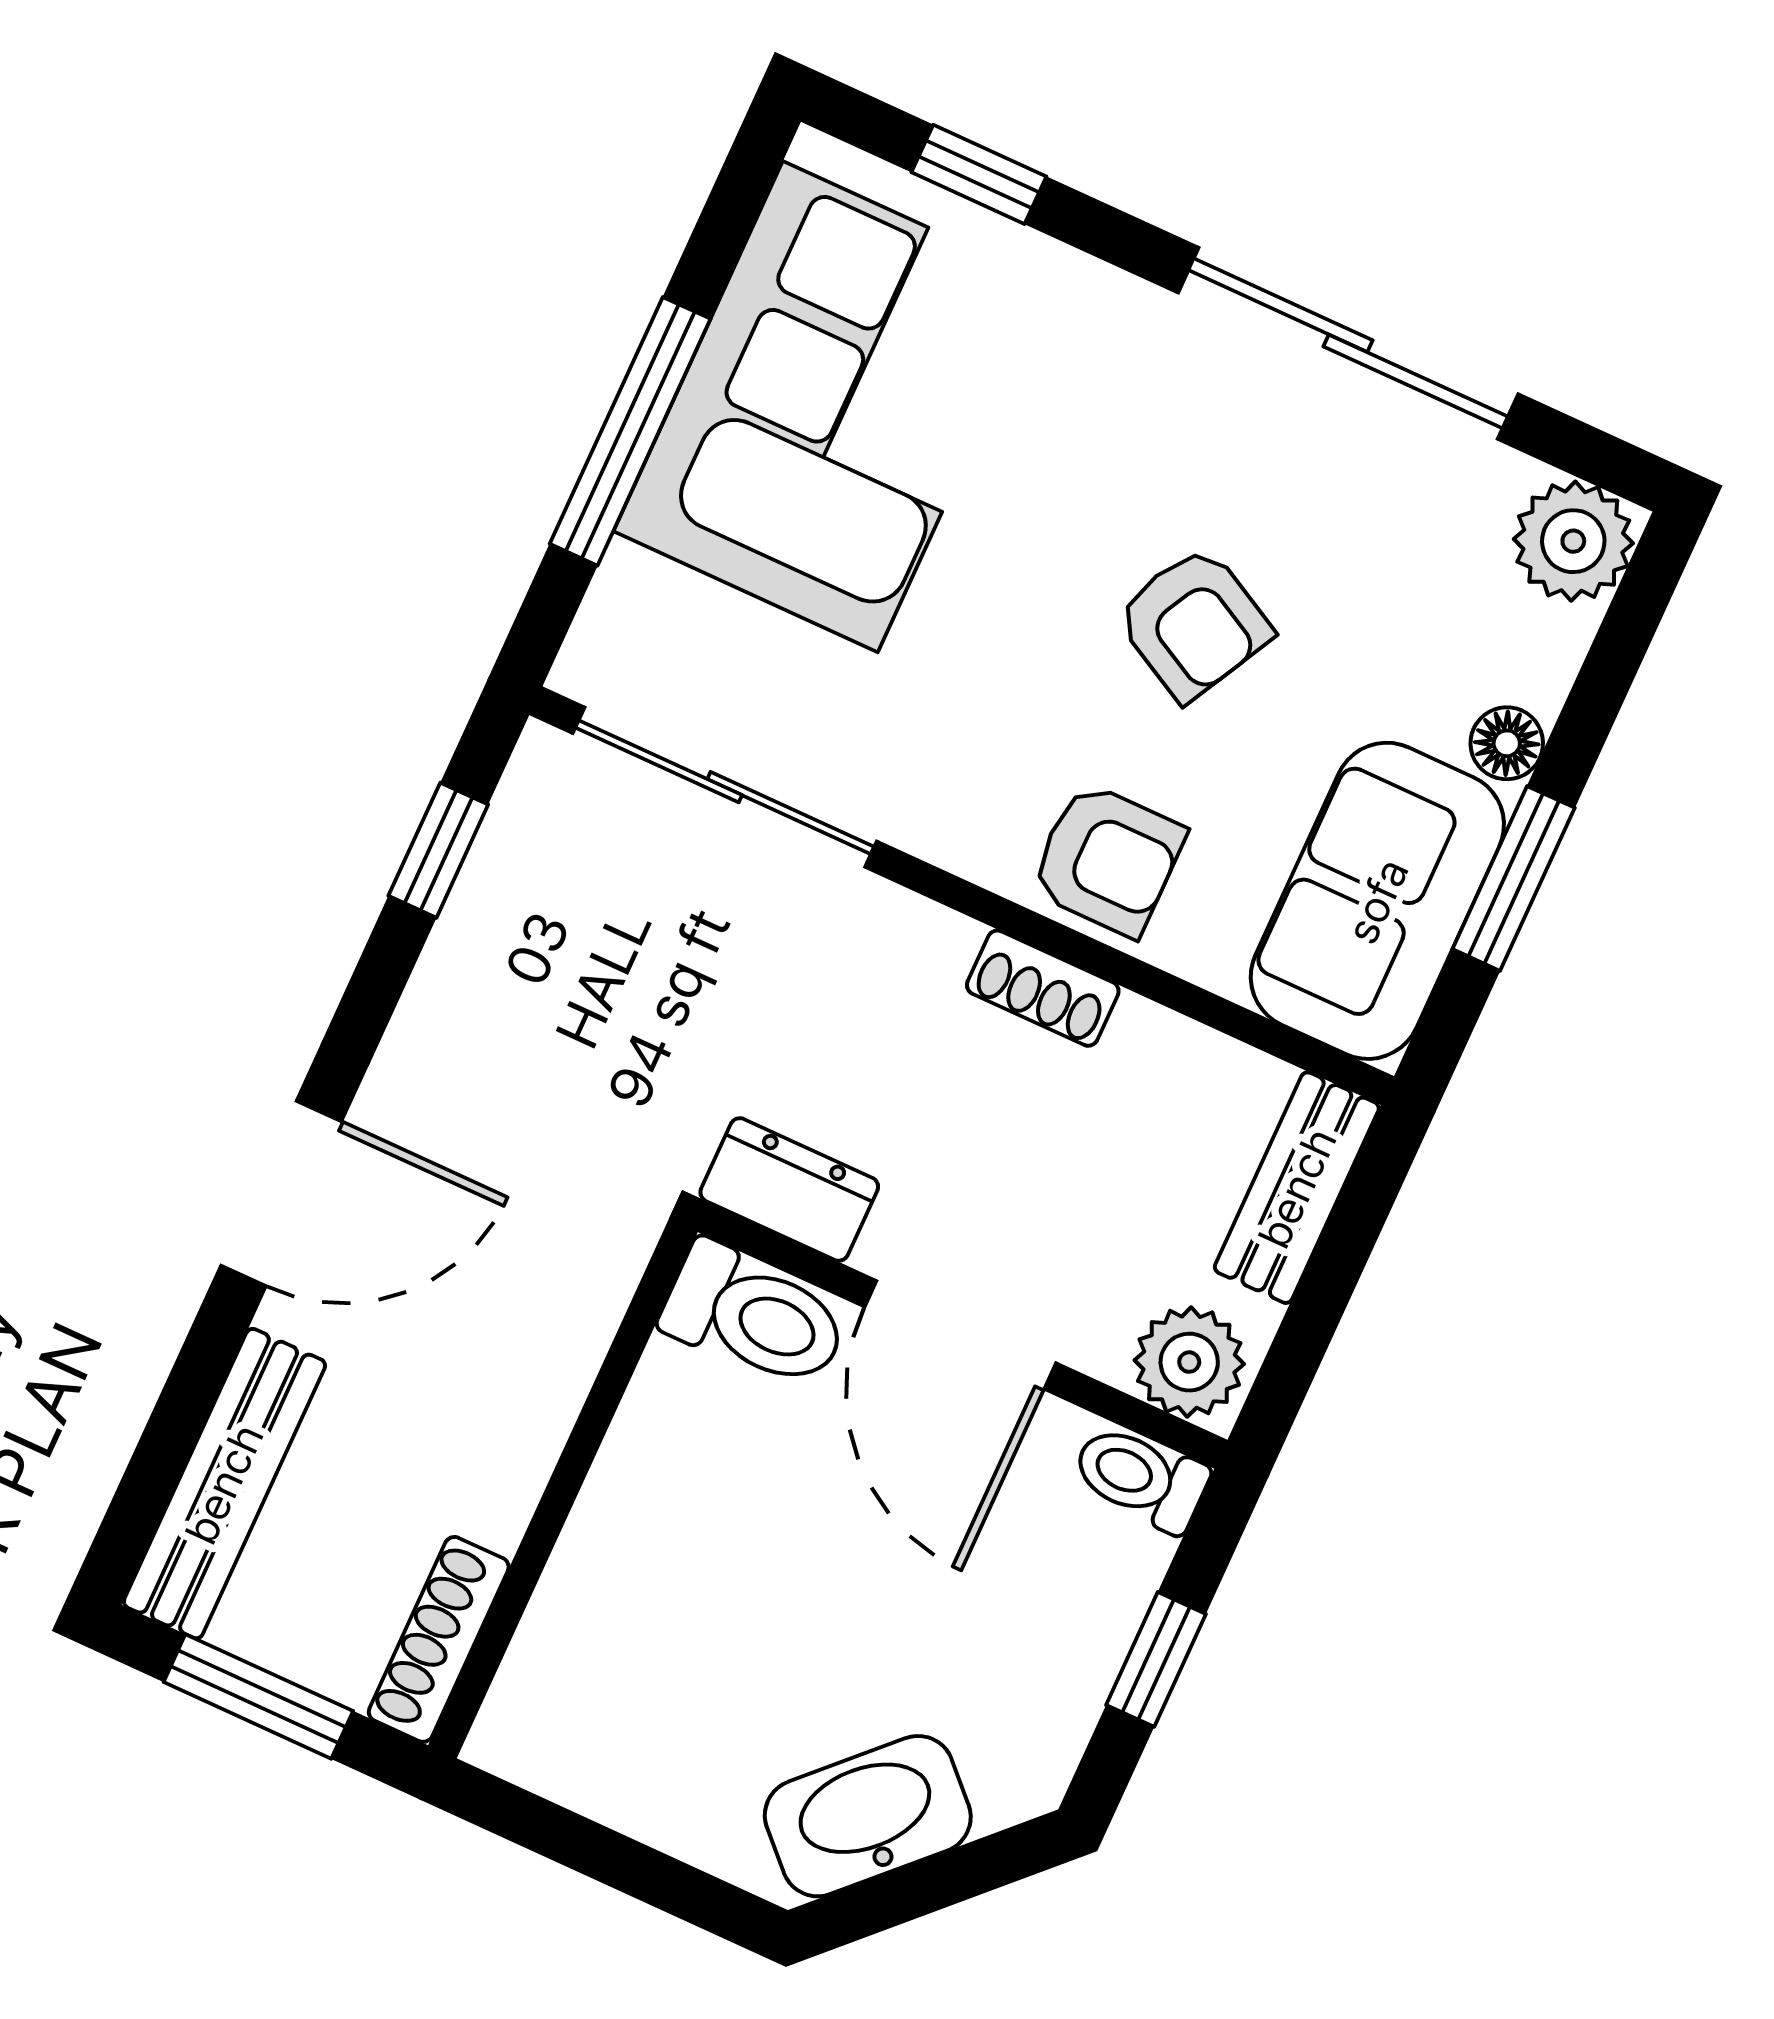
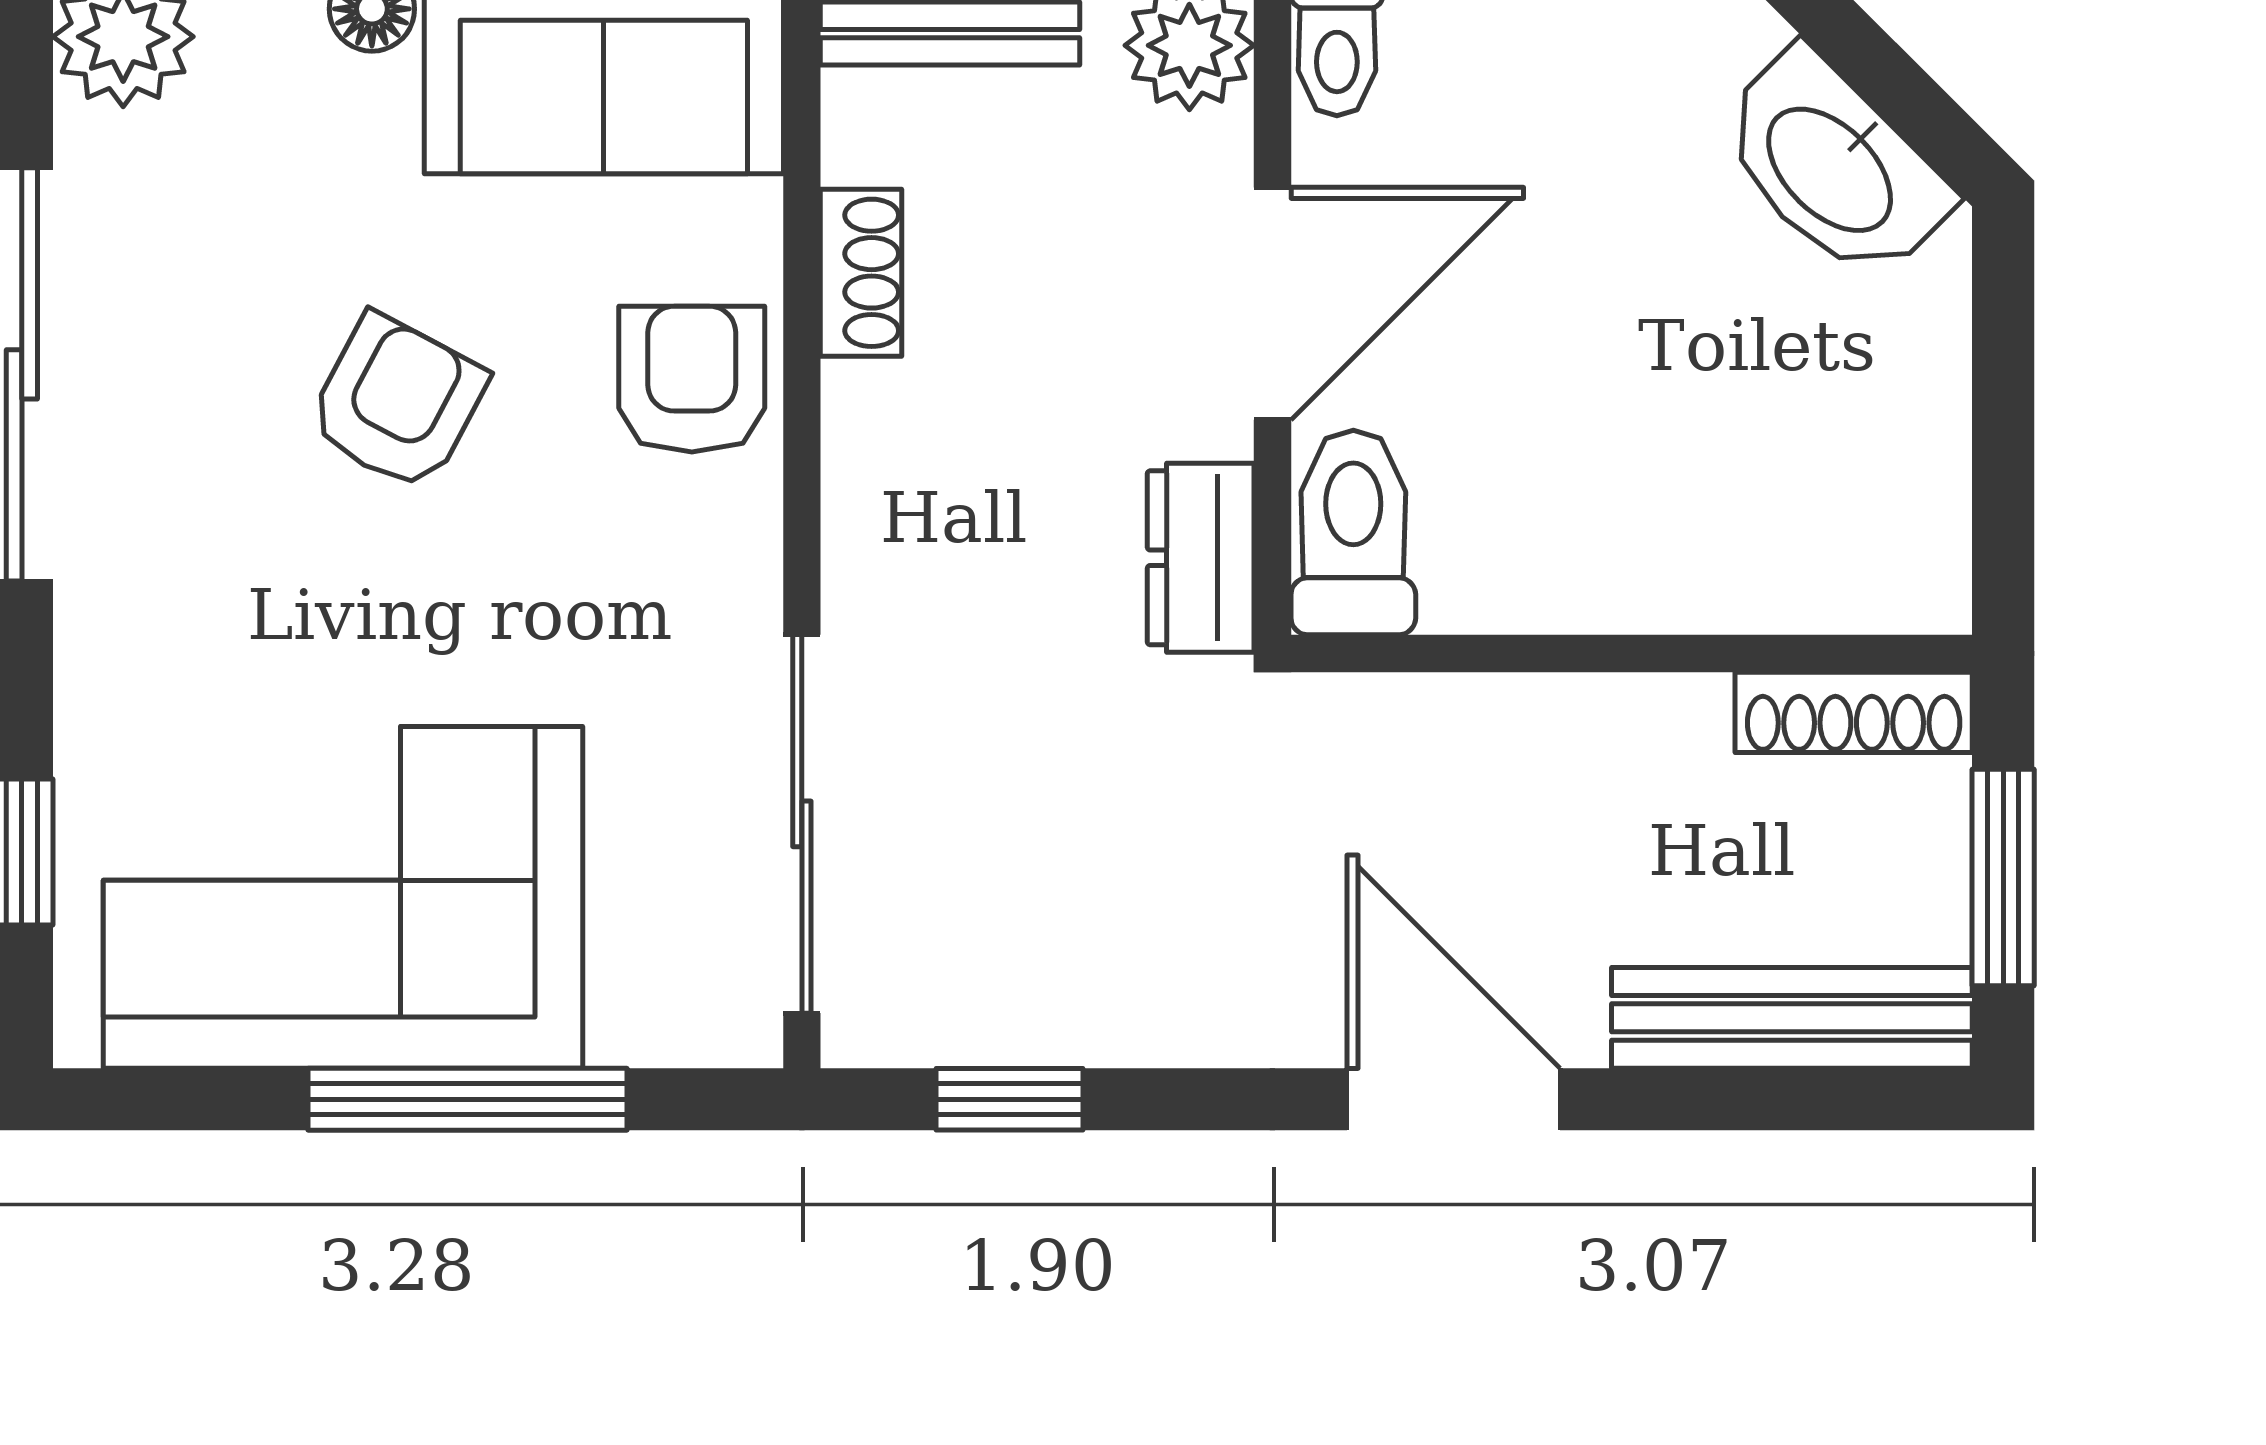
shoe rack: (1043, 988) -> (861, 273), moved

